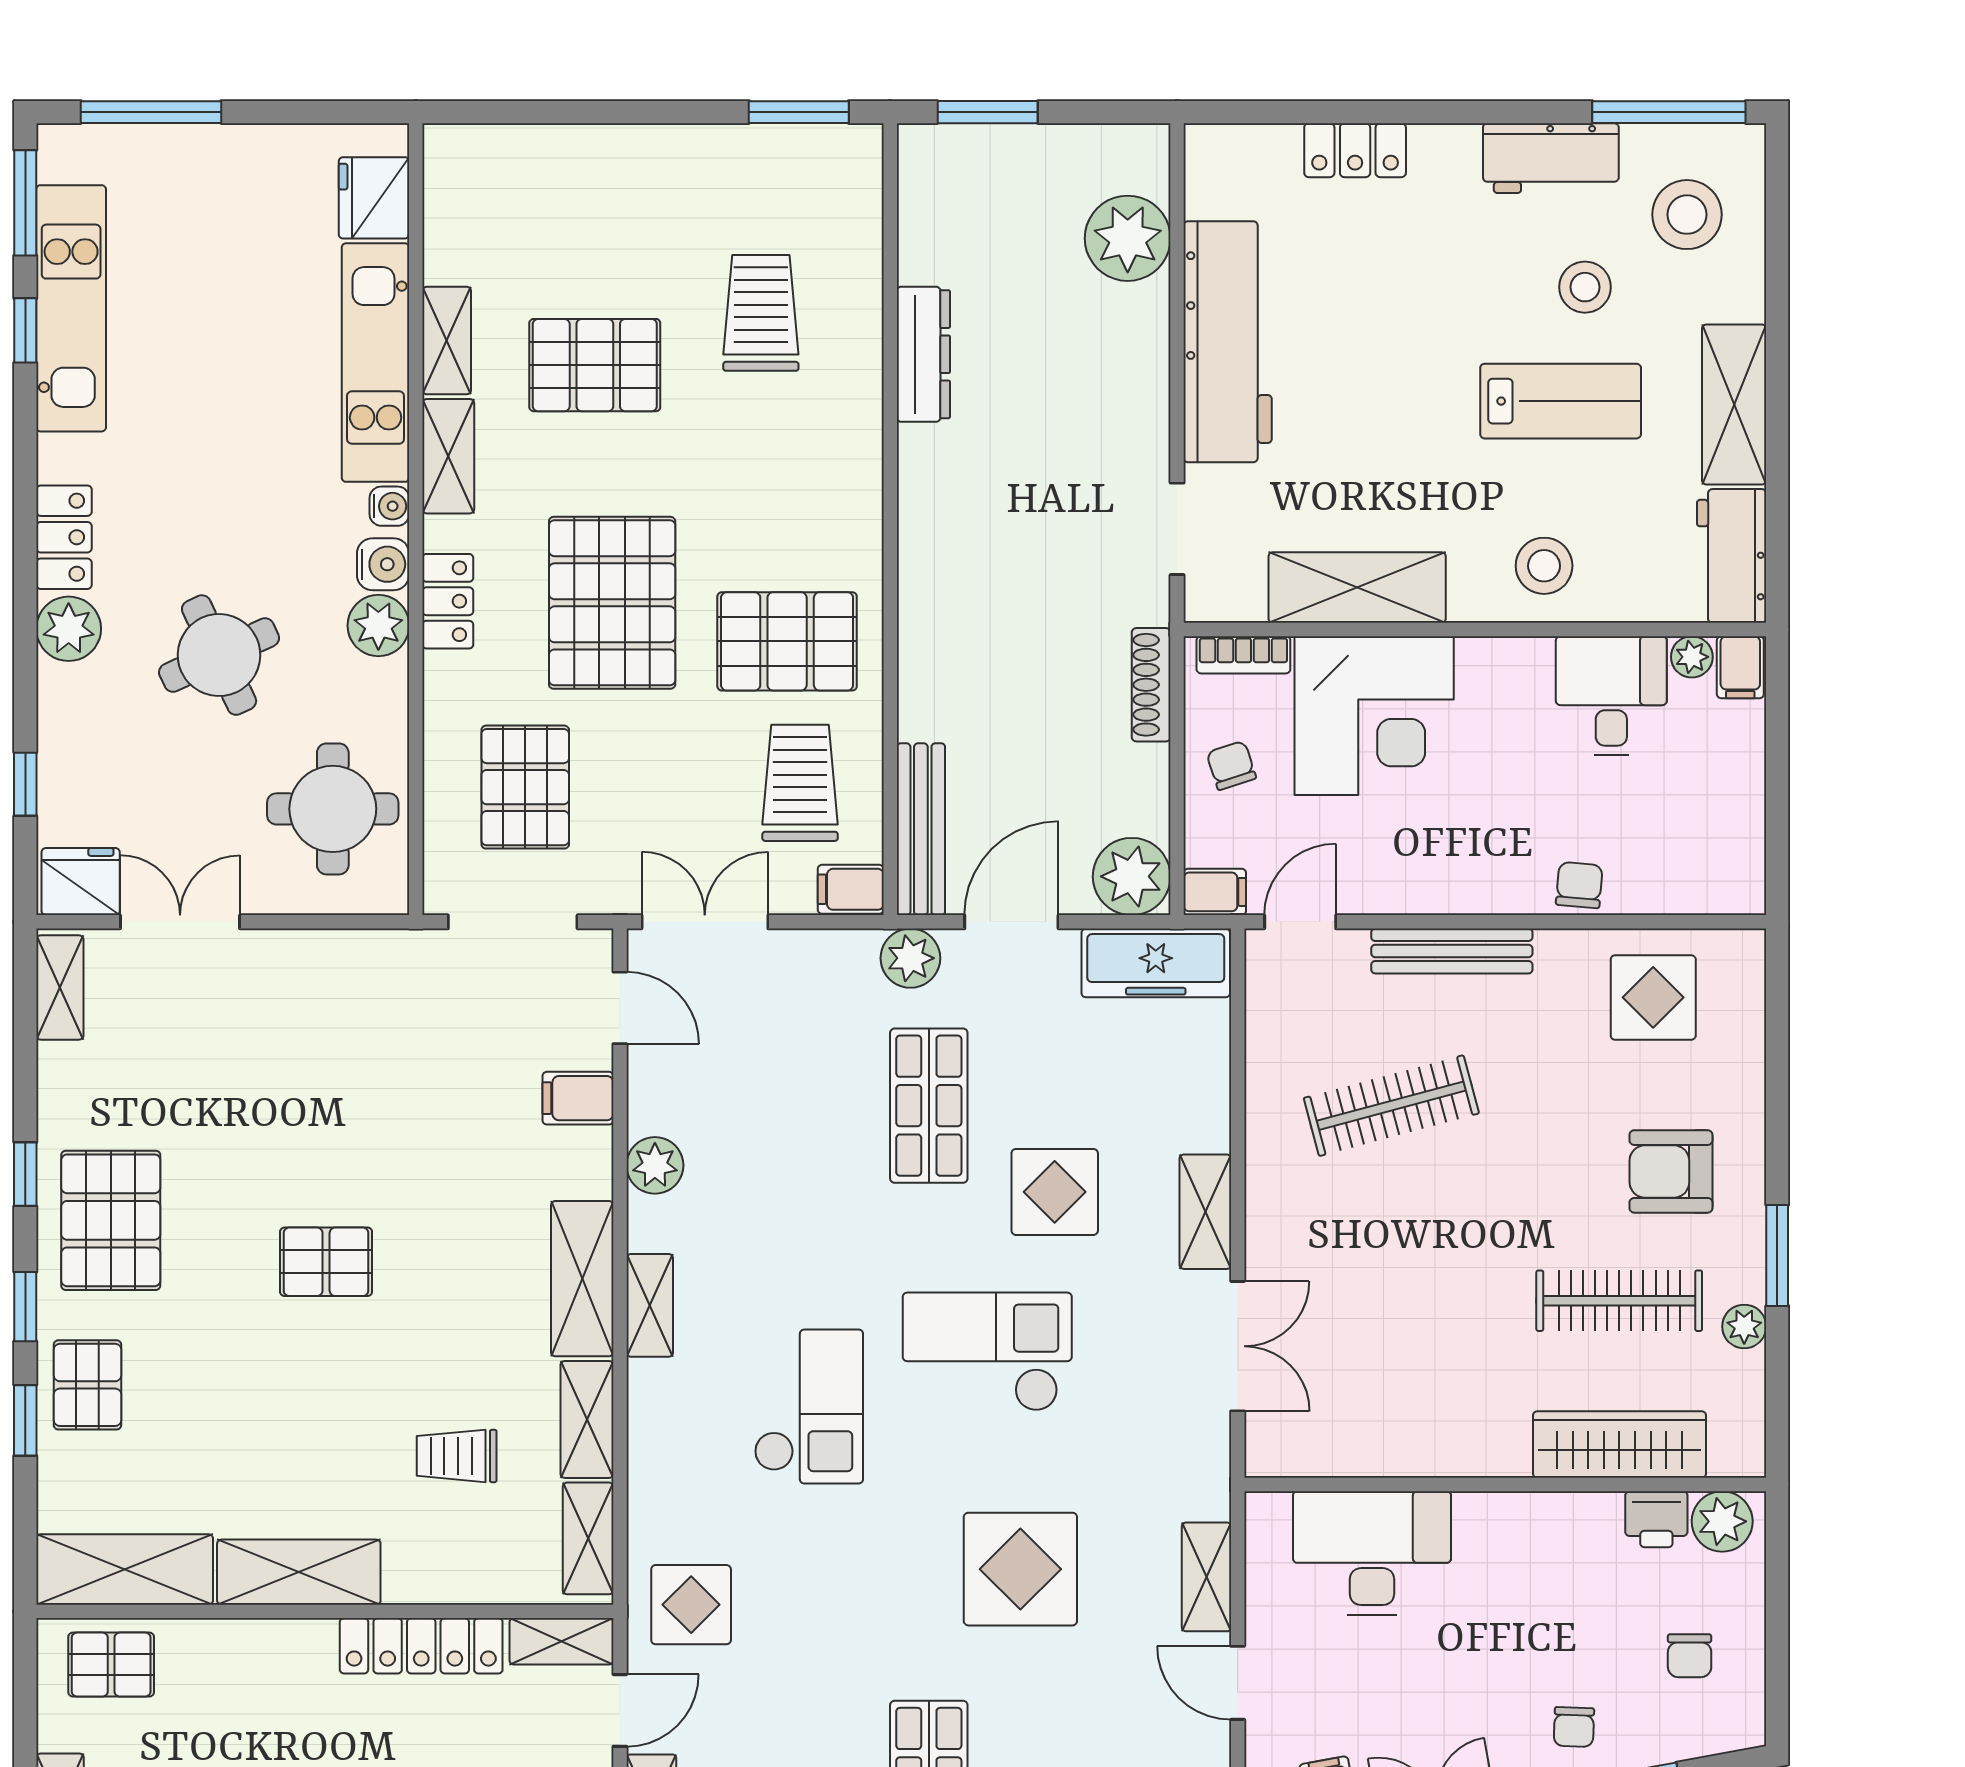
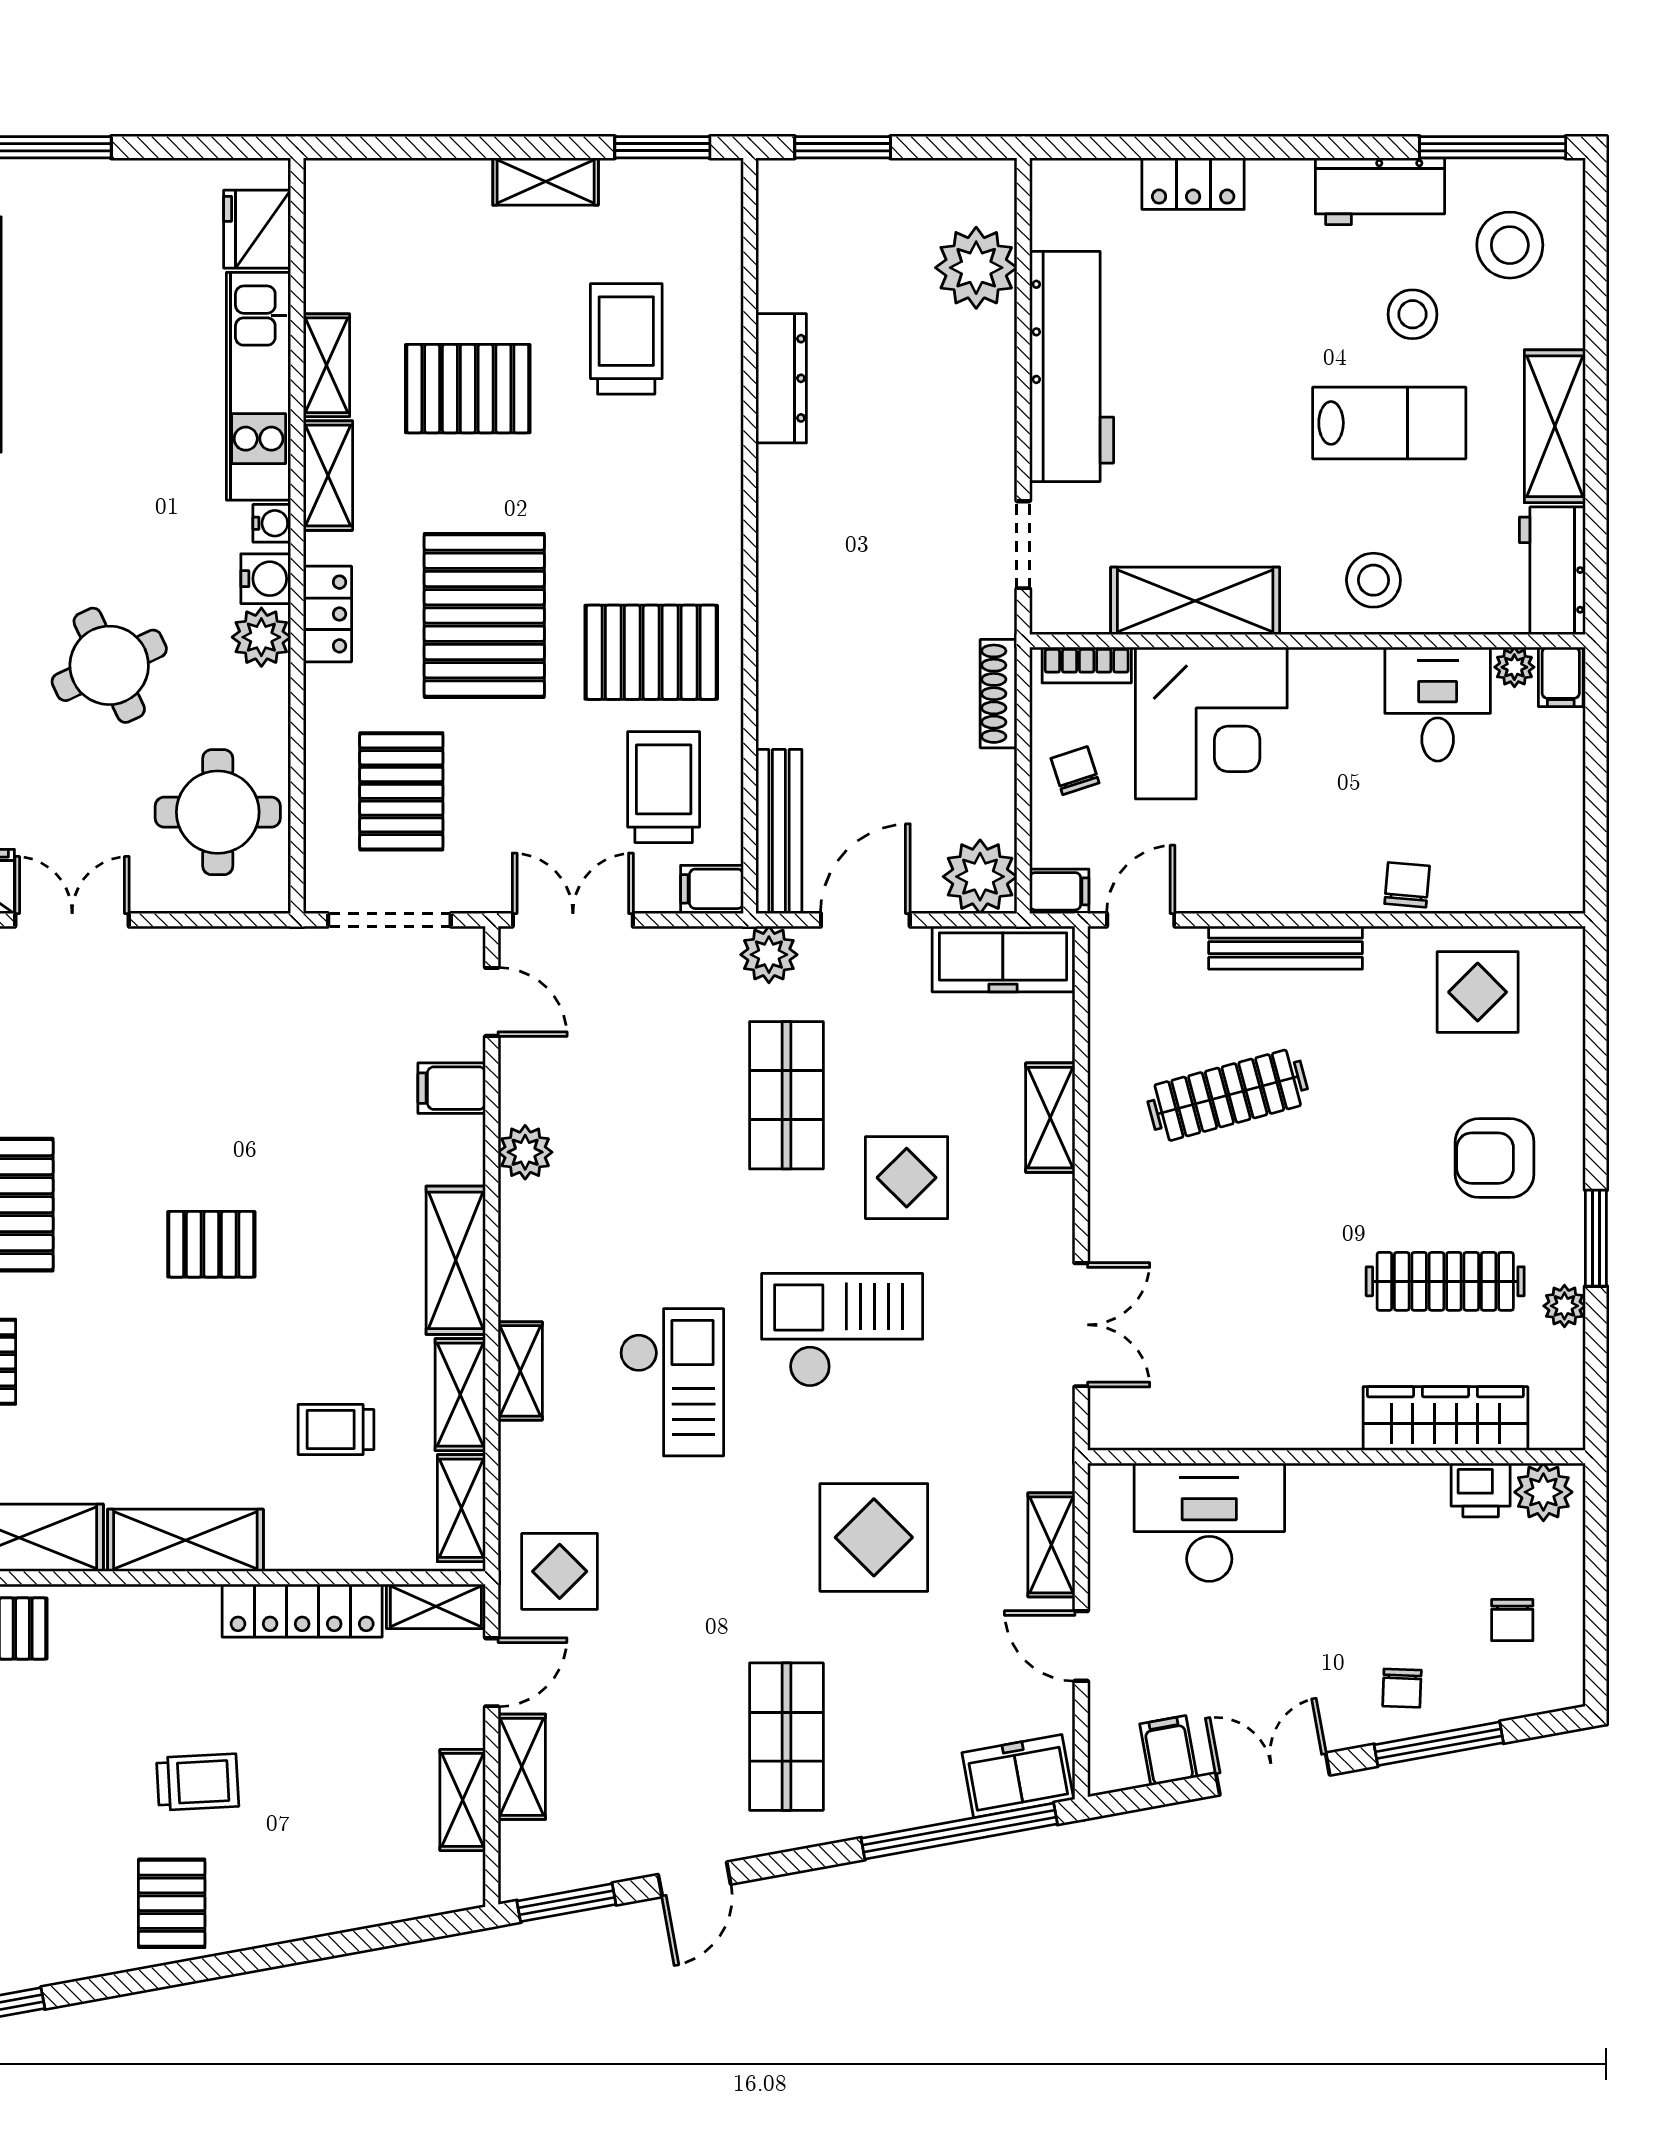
shelving: (676, 148) -> (546, 182), added
shelving: (1205, 1212) -> (1050, 1118), moved
shelving: (650, 1305) -> (520, 1371), moved

